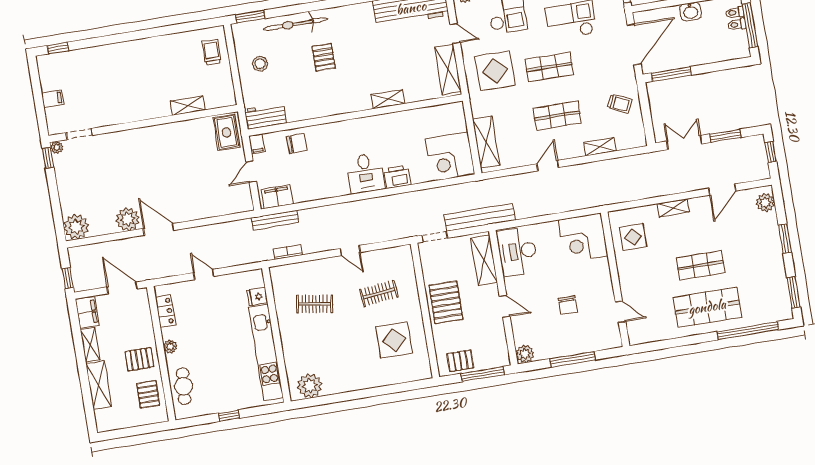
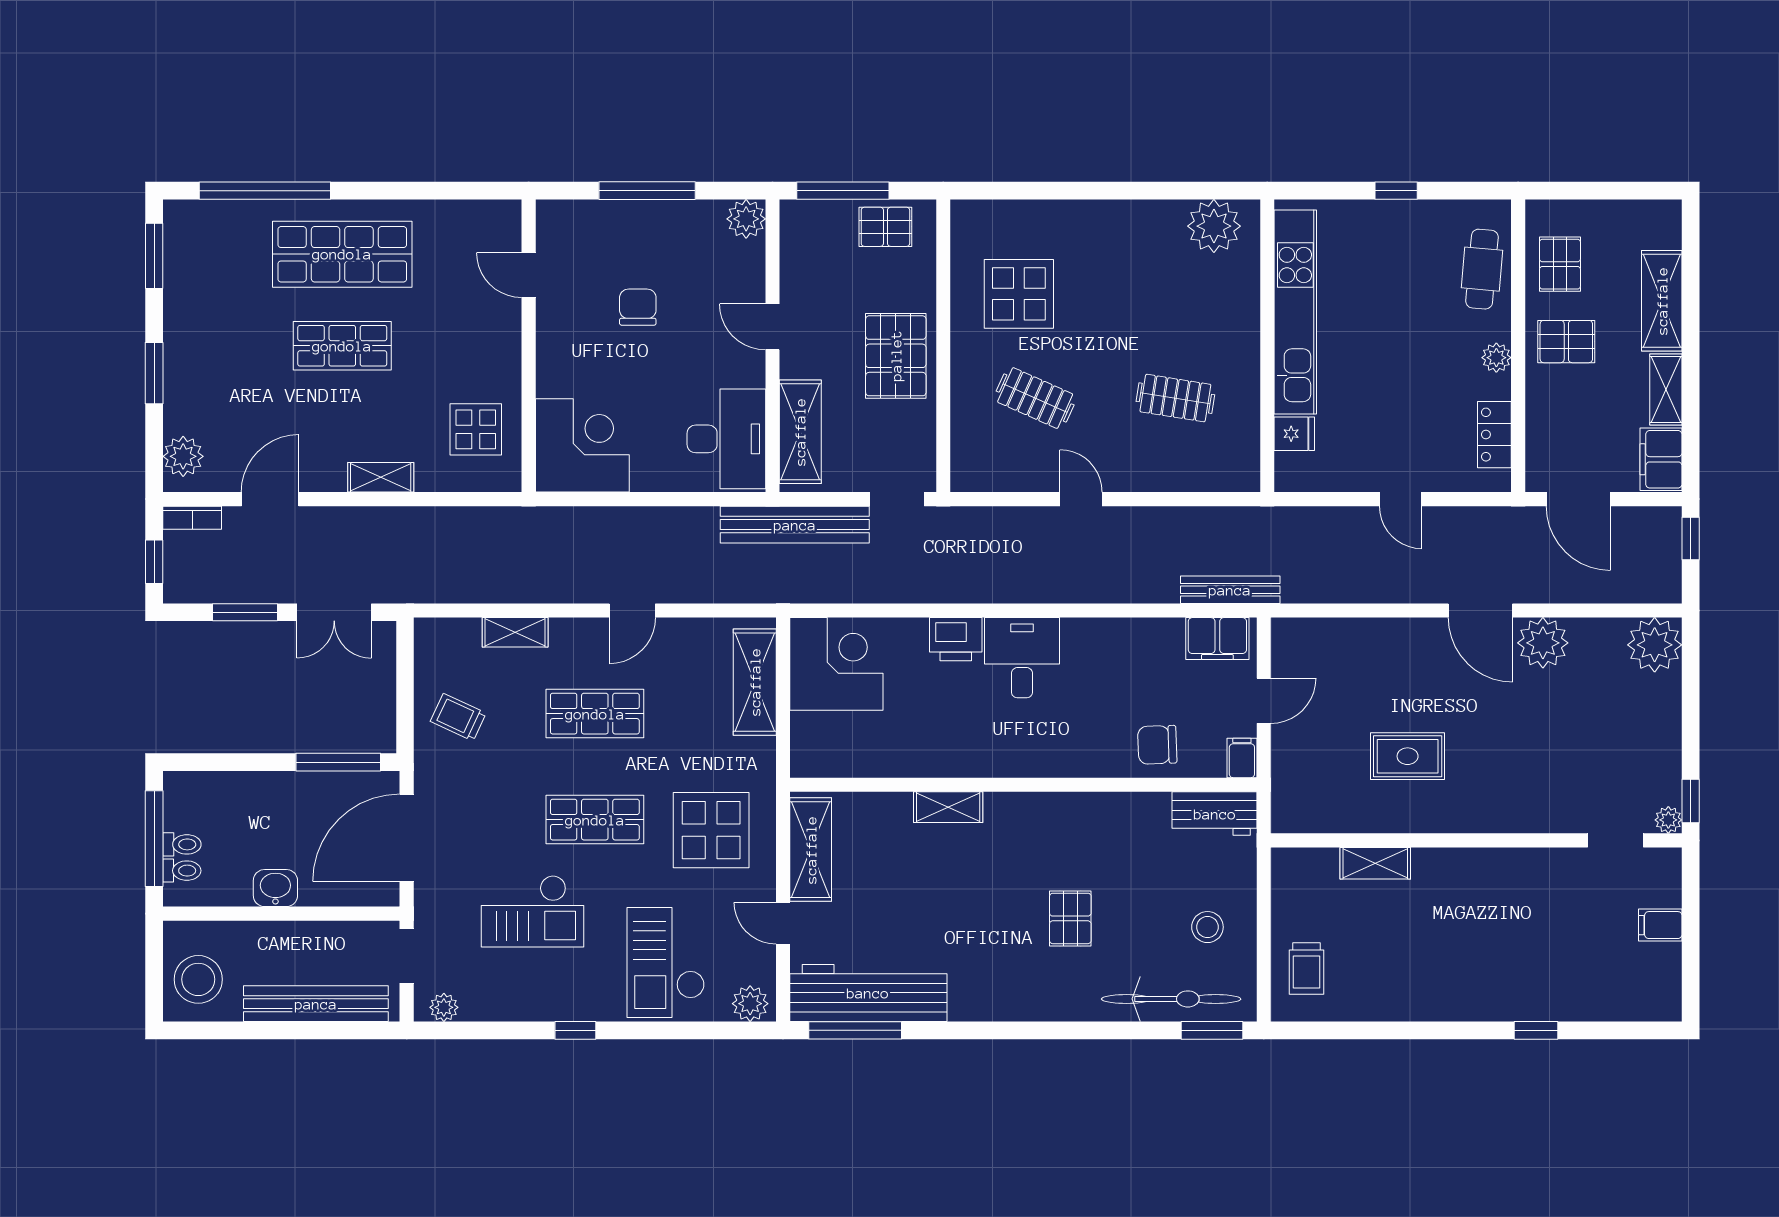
bicycle: (295, 24) -> (1171, 999), moved
window: (58, 48) -> (1536, 1030), moved
rug: (226, 132) -> (1408, 756), moved, turned 90
bookcase: (288, 252) -> (192, 518), moved
clothes rail: (379, 293) -> (1035, 398), turned 30

